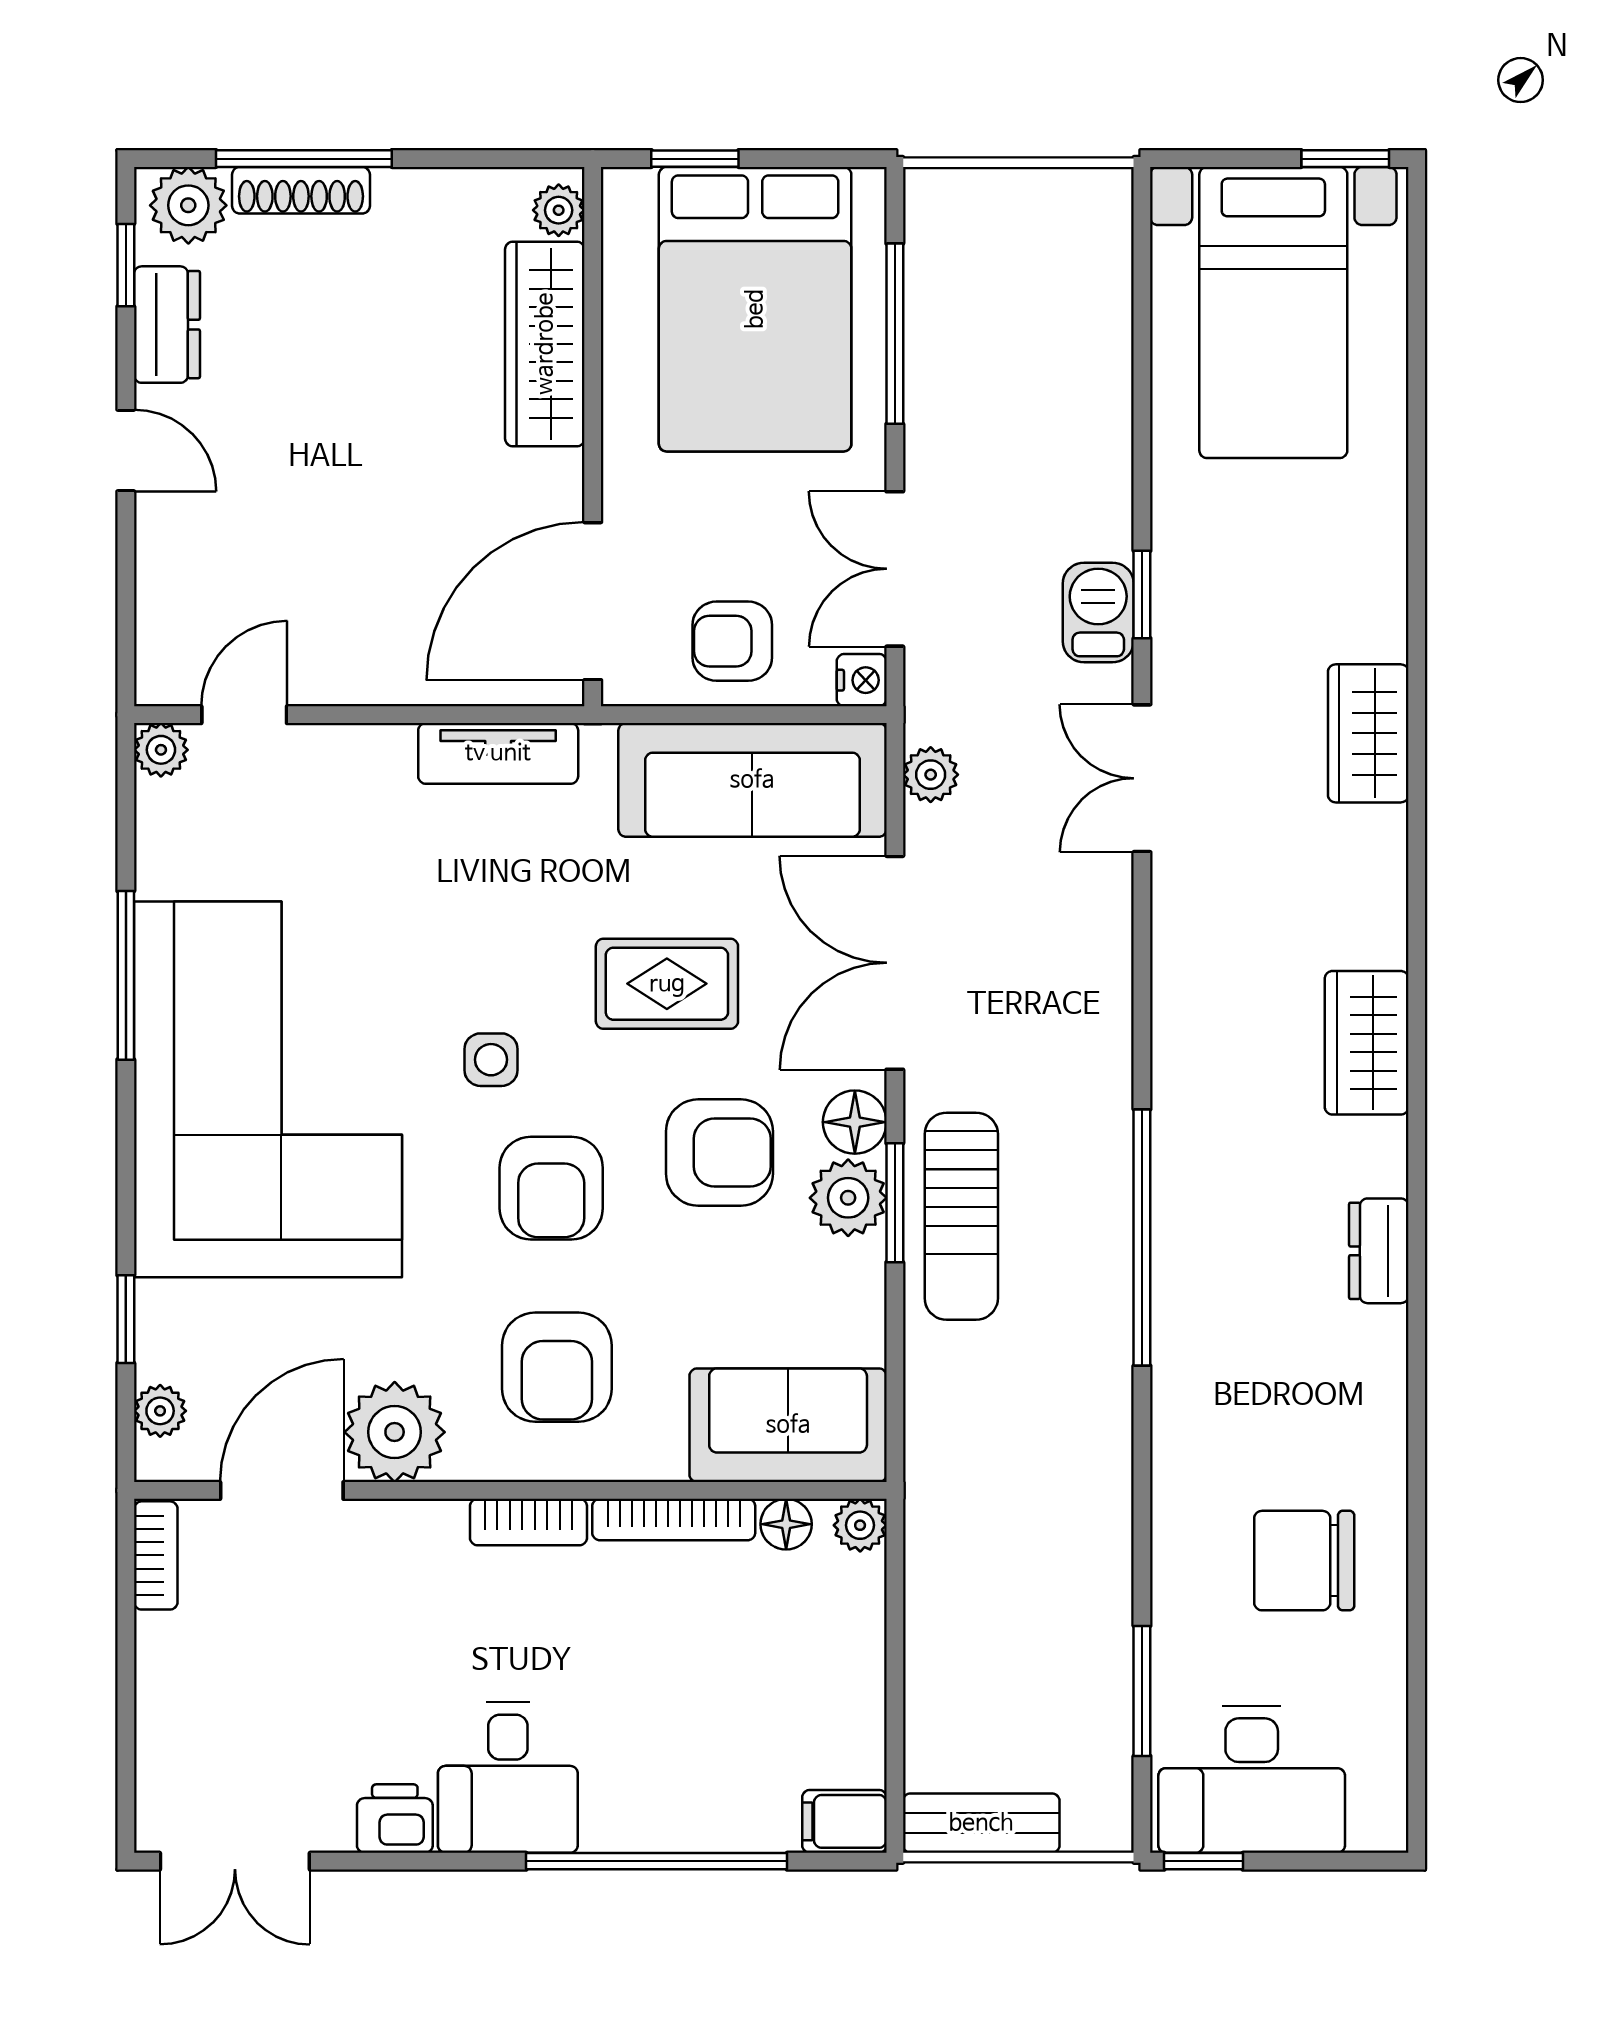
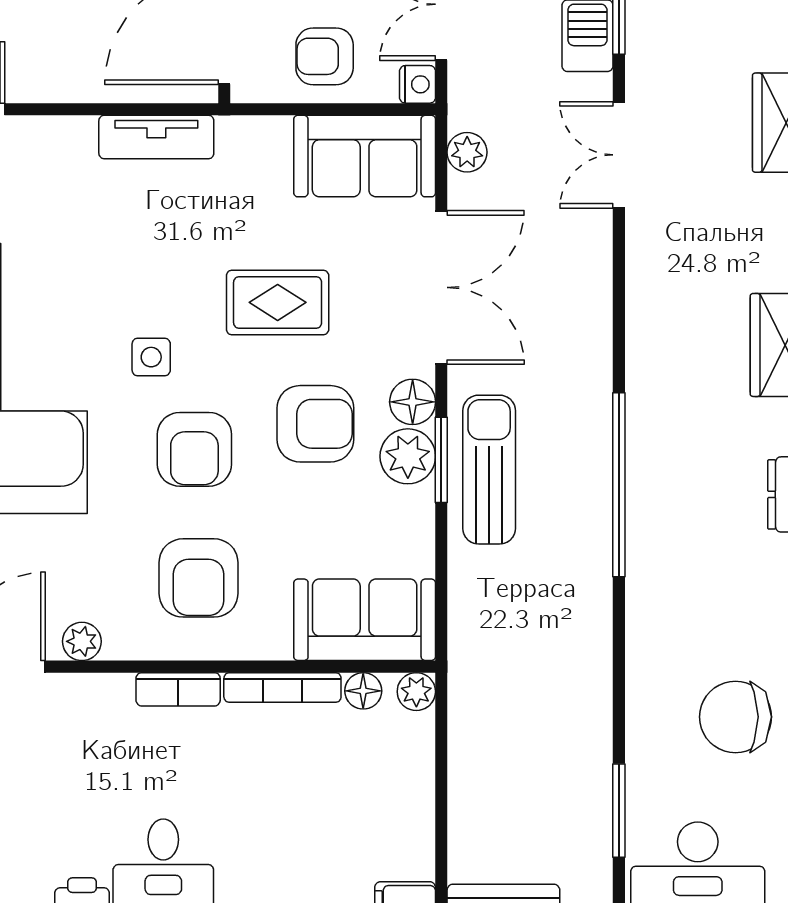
sofa: (752, 780) -> (365, 156), width x0.73
double door: (895, 963) -> (441, 287), swing flipped
sun lounger: (961, 1216) -> (489, 470), turned 180
plant: (395, 1432) -> (82, 641), width x0.53, depth x0.53

